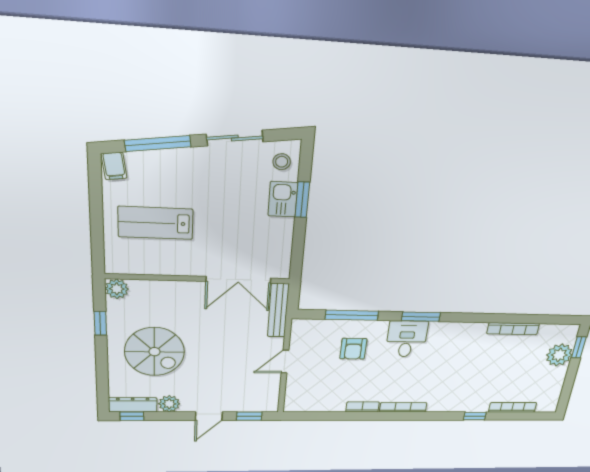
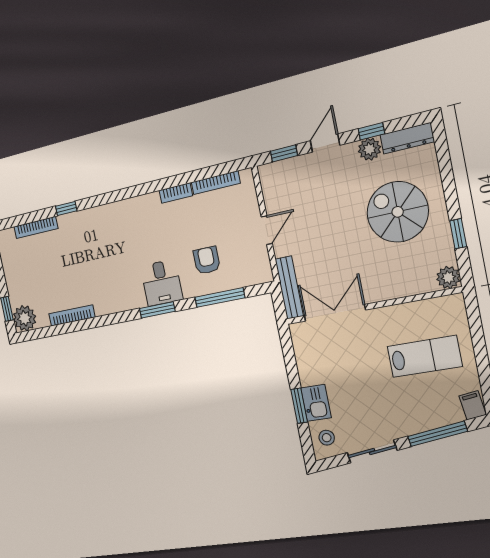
plant: (559, 355) -> (25, 318), moved
bookcase: (403, 407) -> (216, 183), moved
window: (132, 416) -> (371, 131), moved

